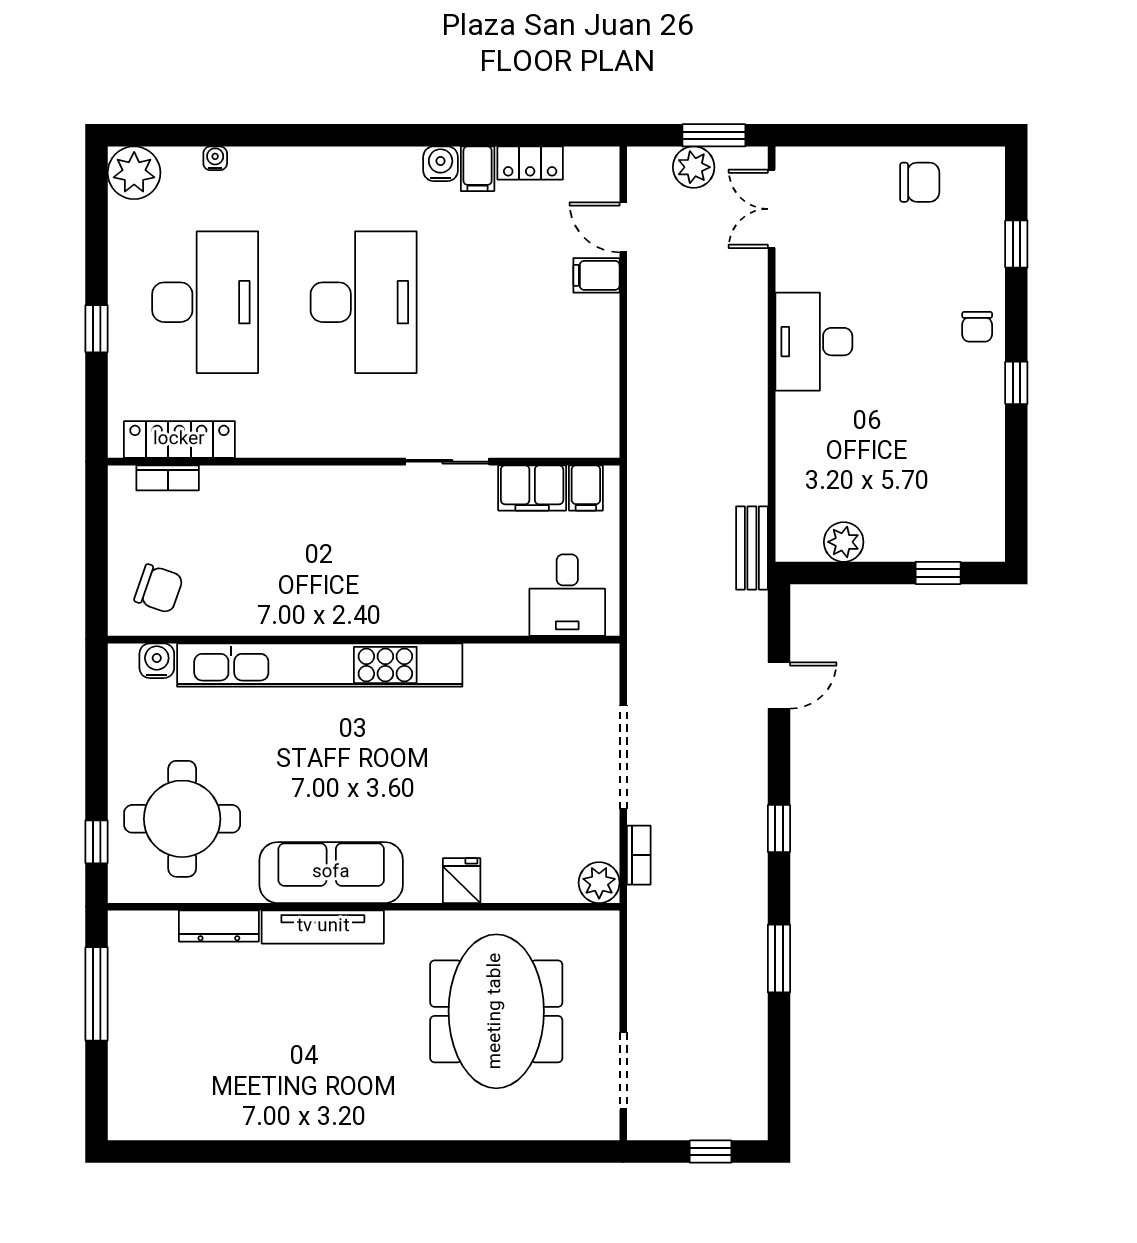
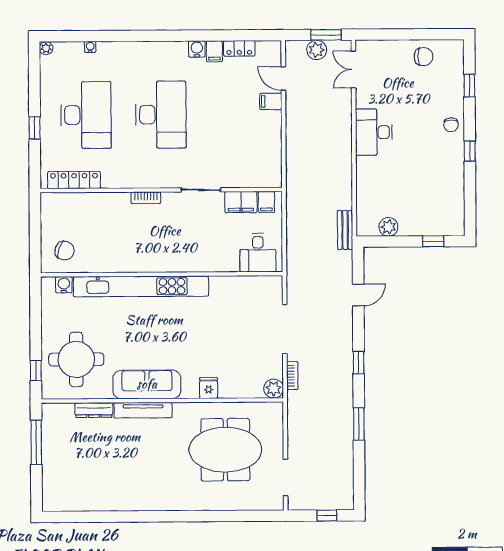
plant: (134, 173) -> (46, 48), width x0.53, depth x0.53
bookcase: (168, 478) -> (146, 198), moved
meeting table: (496, 1011) -> (225, 450), turned 90

